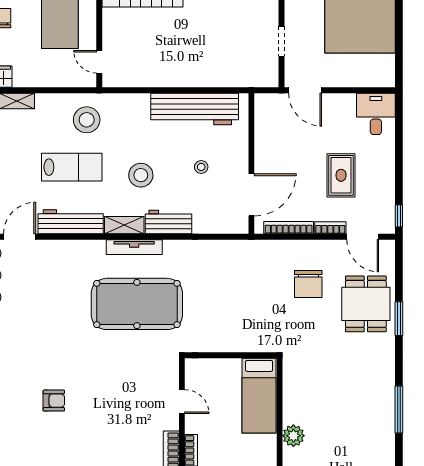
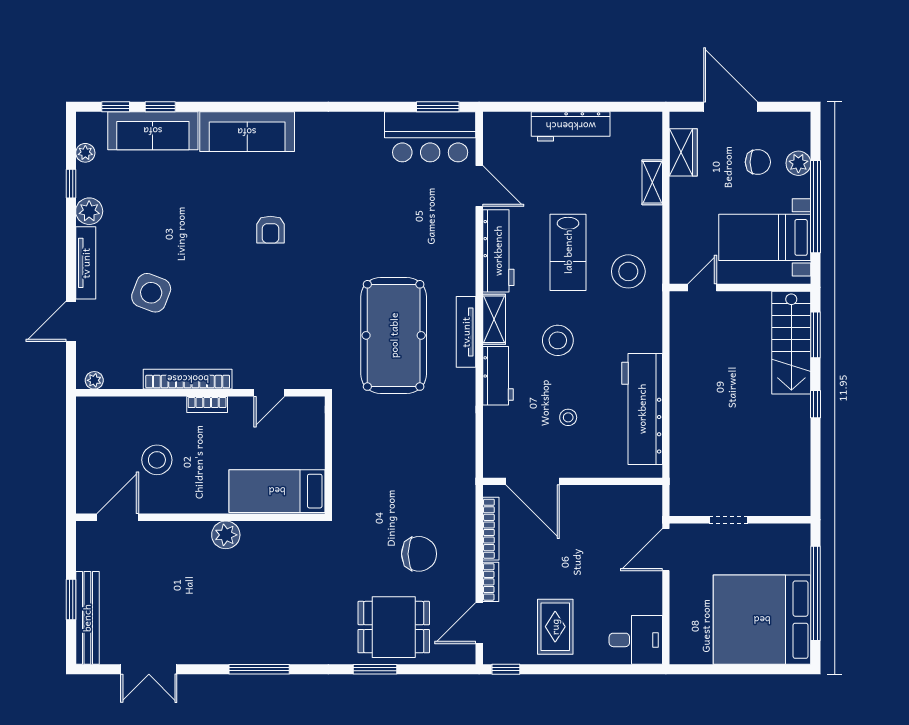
rug: (341, 175) -> (555, 627), moved, turned 90
chair: (308, 284) -> (419, 554), turned 180

